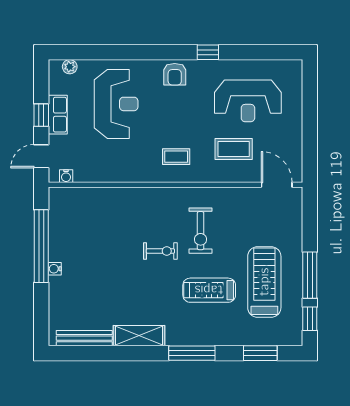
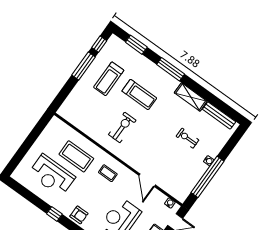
armchair: (175, 74) -> (79, 215), turned 90
reception desk: (248, 101) -> (52, 175), turned 180
coffee table: (234, 149) -> (76, 156), width x1.36, depth x1.32
door: (277, 185) -> (147, 180), moved
exercise bike: (160, 251) -> (187, 138), moved
treadmill: (264, 282) -> (109, 79), width x0.73, depth x0.73

